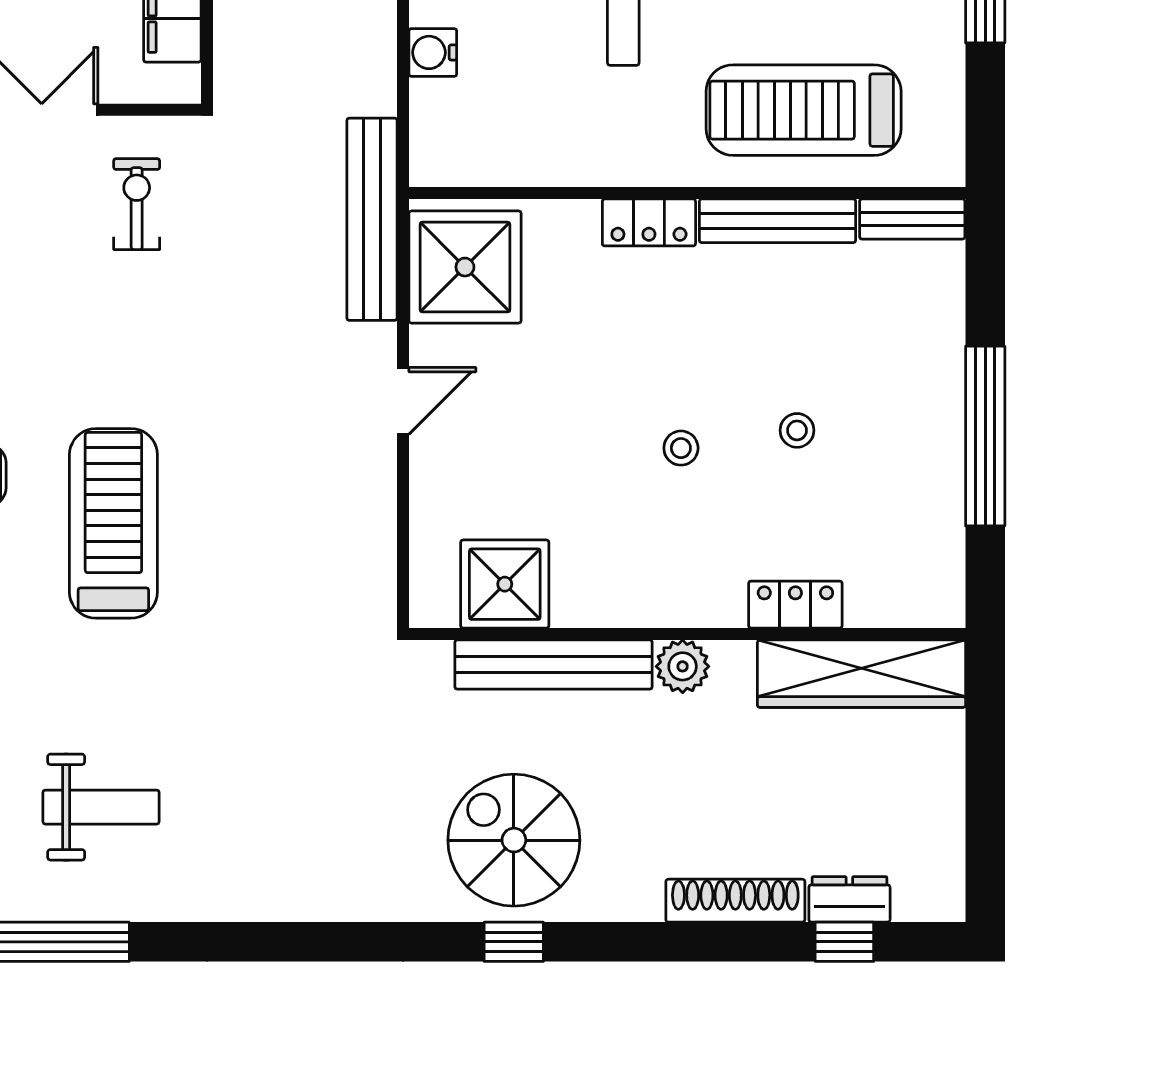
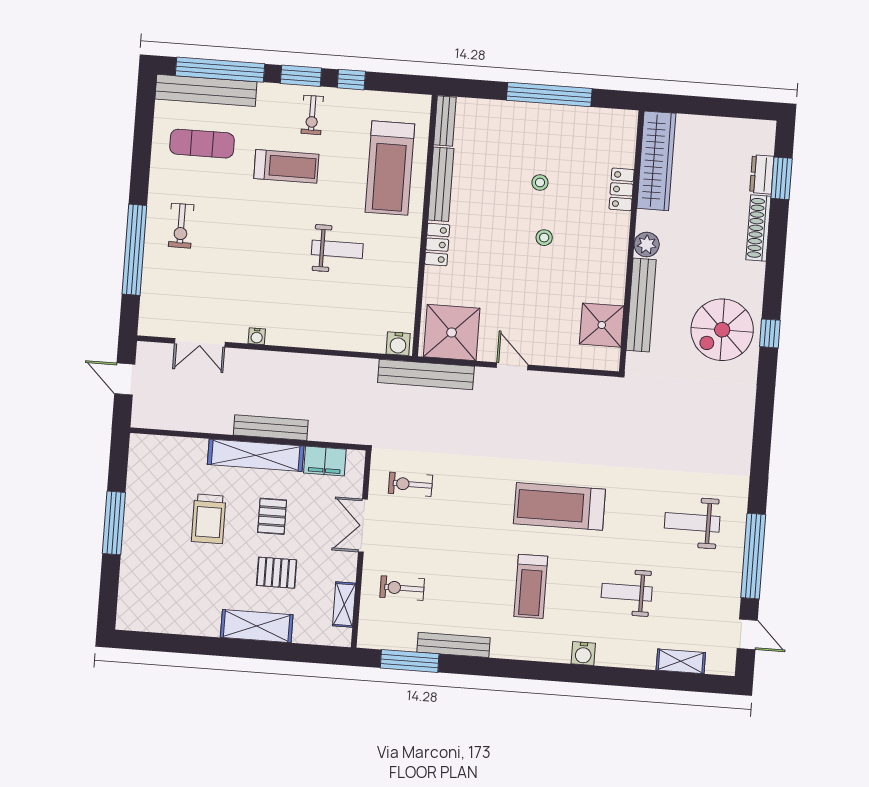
water cooler: (433, 52) -> (398, 344), moved
weight bench: (101, 807) -> (692, 522), turned -90
window: (844, 942) -> (782, 178), width x1.50

